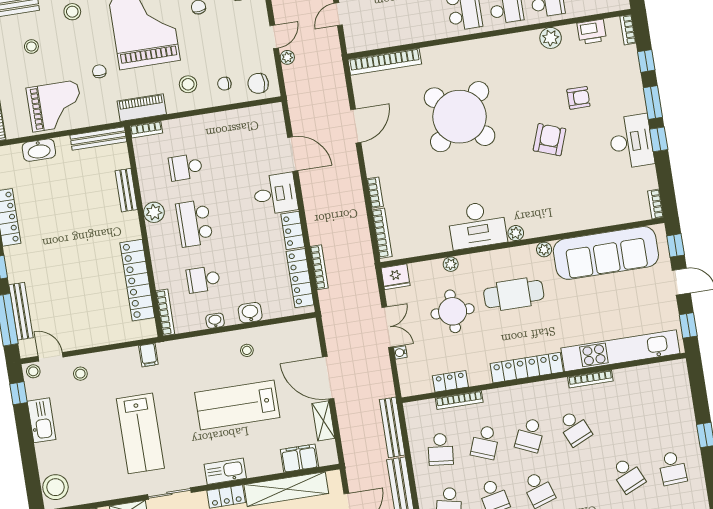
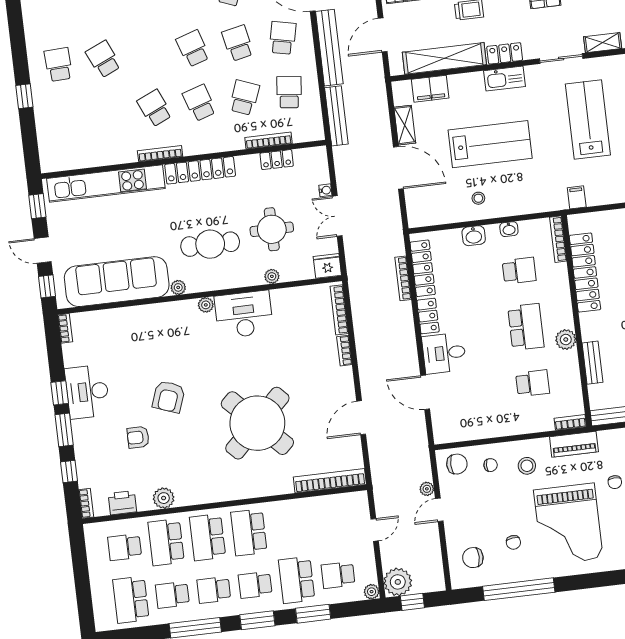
bookcase: (590, 379) -> (160, 154), moved
school desk: (530, 435) -> (199, 103), turned -42

